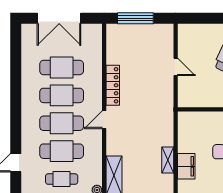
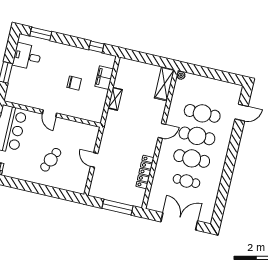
cafe table: (62, 68) -> (186, 181), width x0.73, depth x0.74
locker: (113, 85) -> (145, 172), moved
shelving: (168, 160) -> (115, 99), moved
cafe table: (62, 179) -> (207, 91), removed

